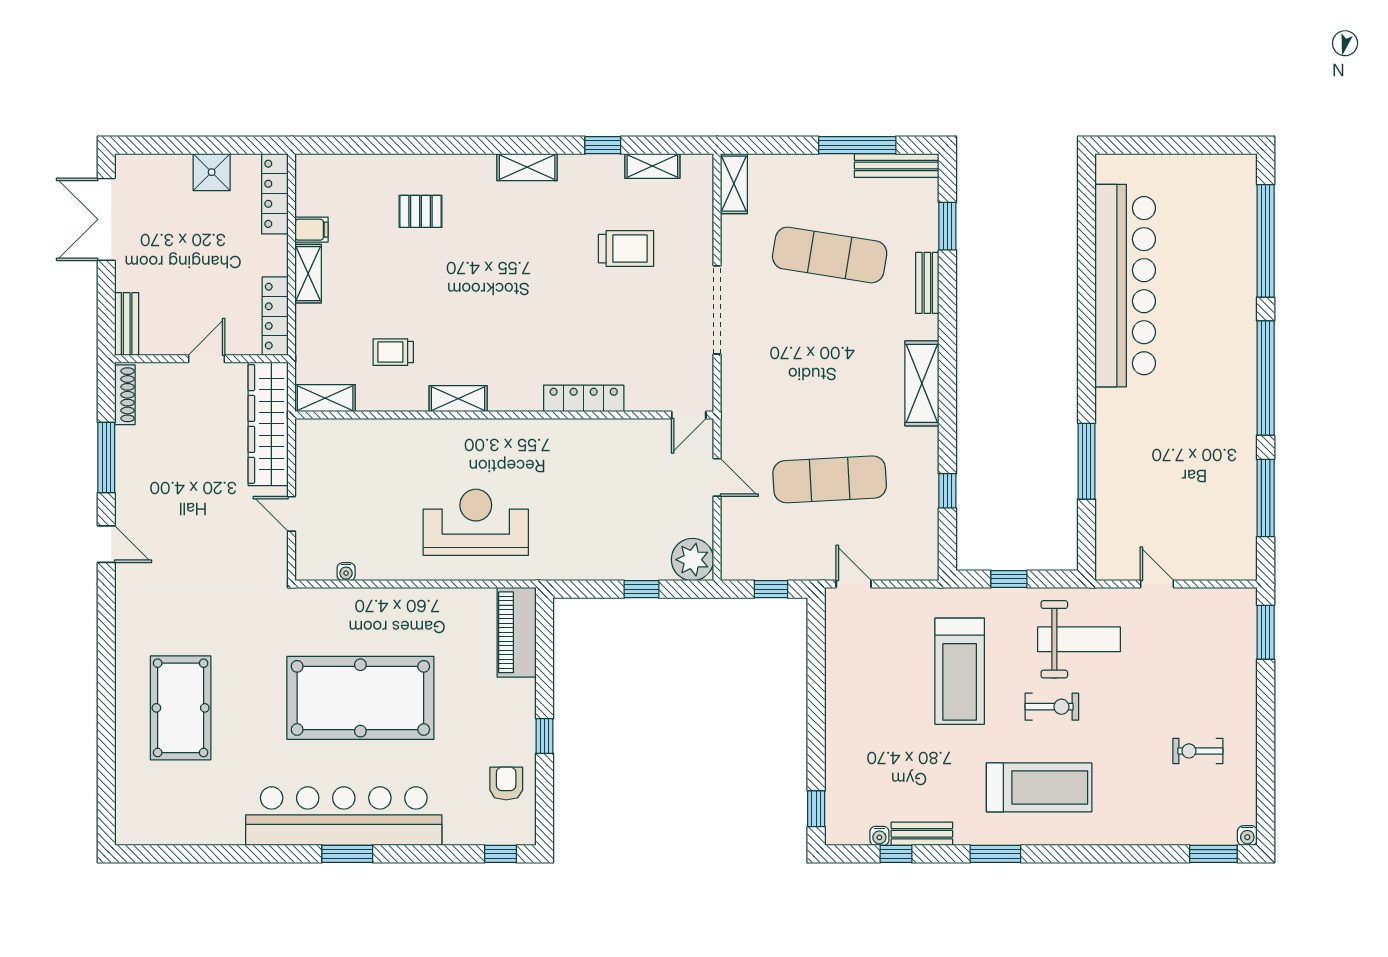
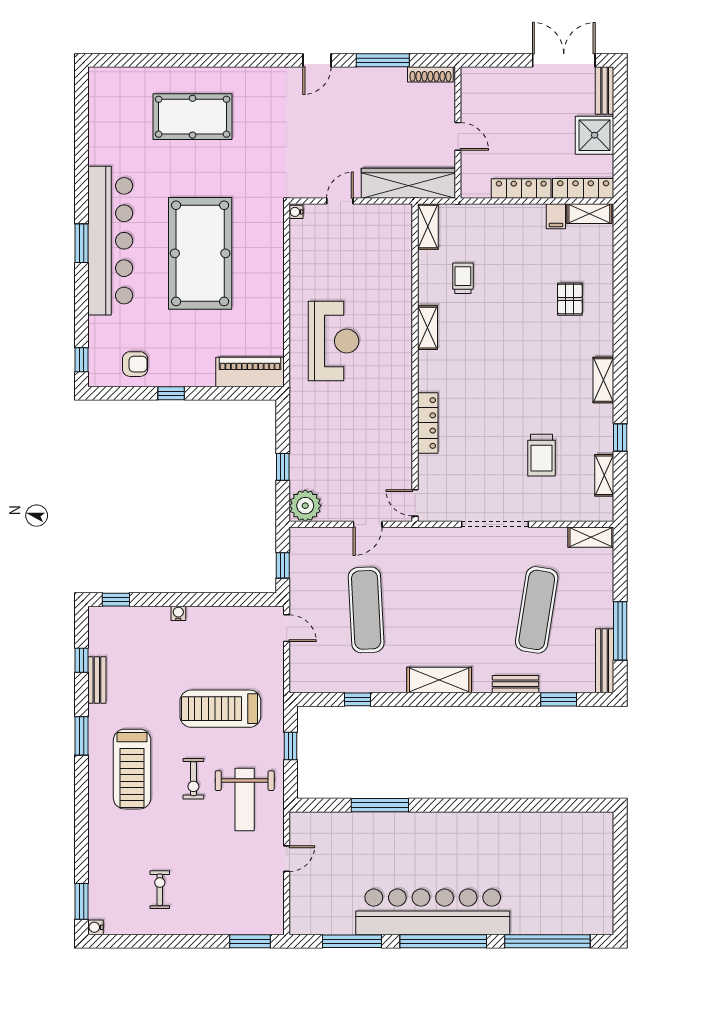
shower: (212, 172) -> (594, 135), width x1.36, depth x1.36
shelving: (308, 274) -> (589, 214), moved
bar counter: (1125, 286) -> (433, 912), moved, turned 180
locker: (275, 316) -> (521, 189), moved
bench: (127, 324) -> (605, 90), moved, turned 90
water cooler: (346, 572) -> (296, 212), moved
door: (854, 584) -> (287, 628), hinge flipped
water cooler: (879, 836) -> (178, 613), moved, turned 90

